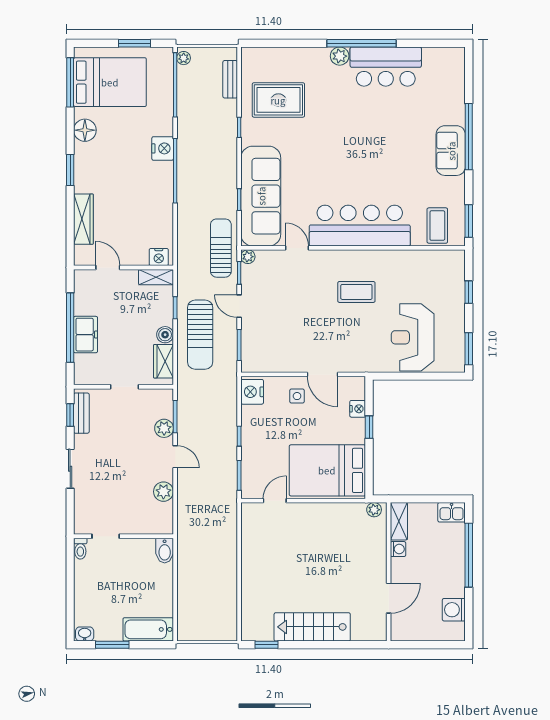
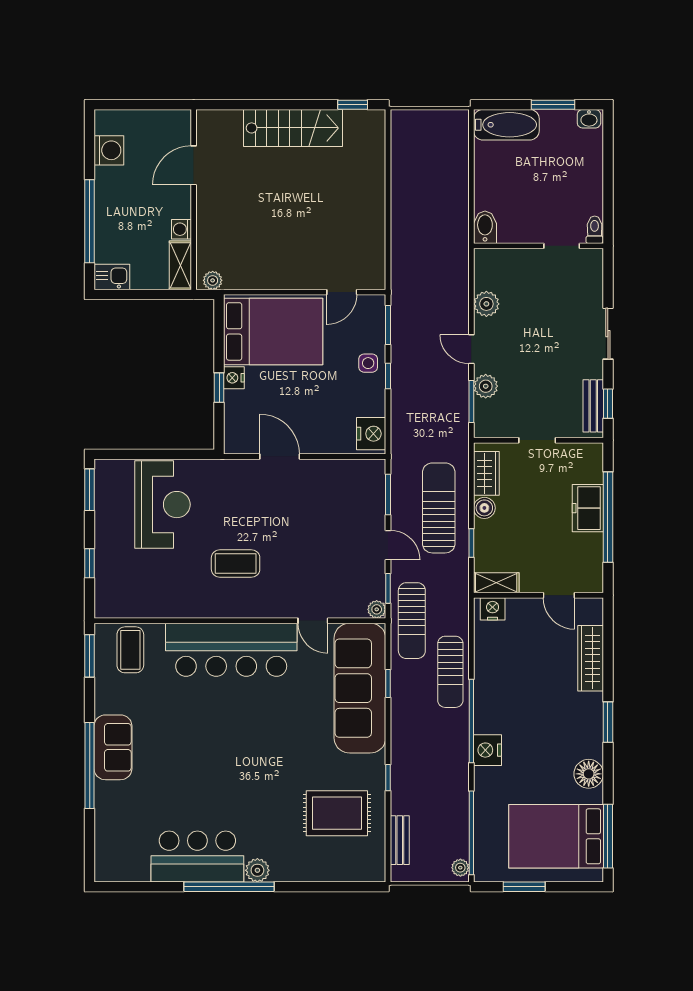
sun lounger: (191, 209) -> (450, 672), added
side table: (297, 396) -> (368, 363), moved
nightstand: (358, 409) -> (234, 378), moved

